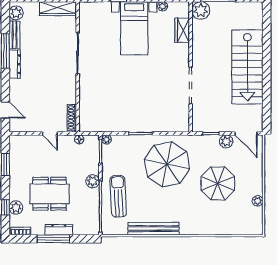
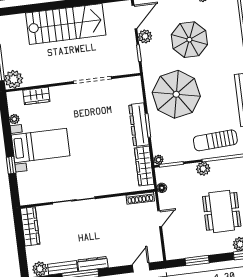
wardrobe: (102, 125) -> (144, 166), added
dresser: (142, 125) -> (139, 125), added

